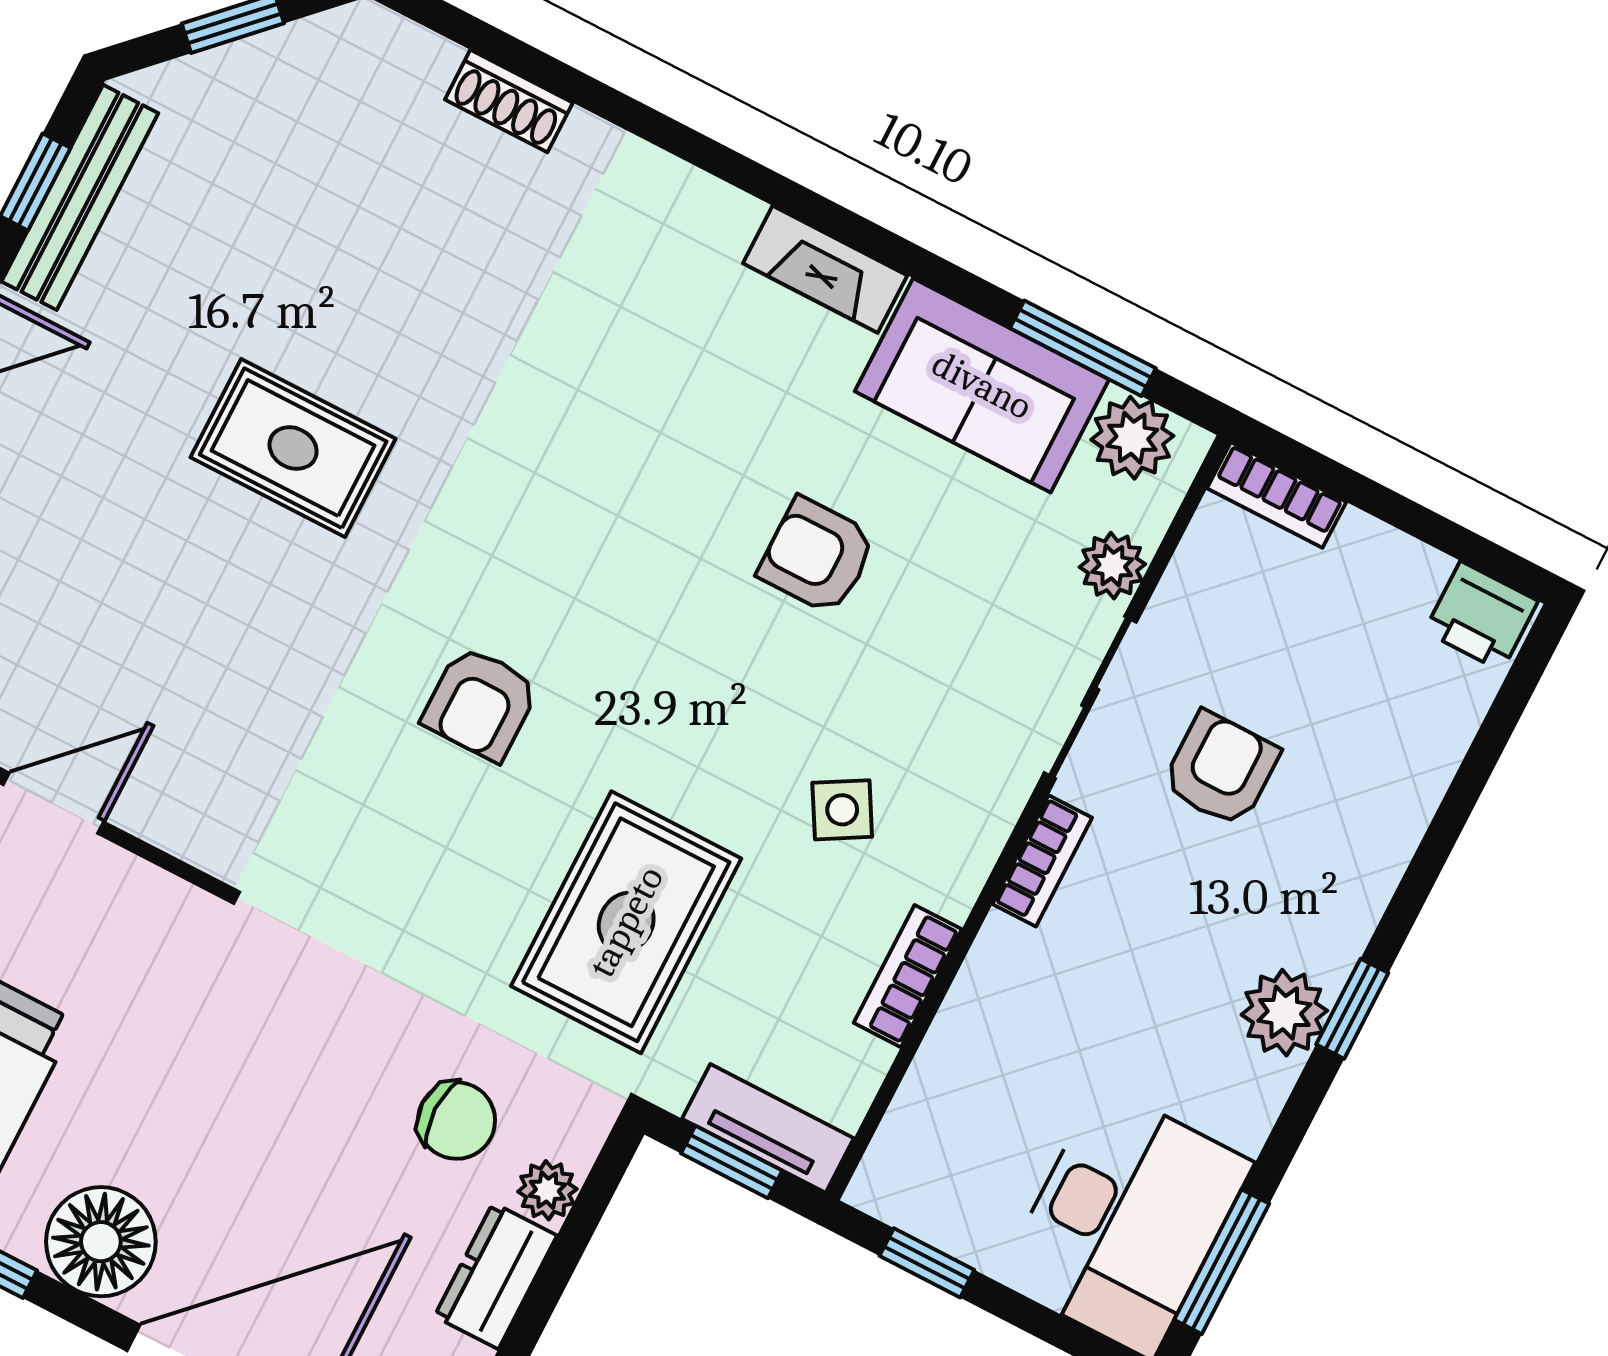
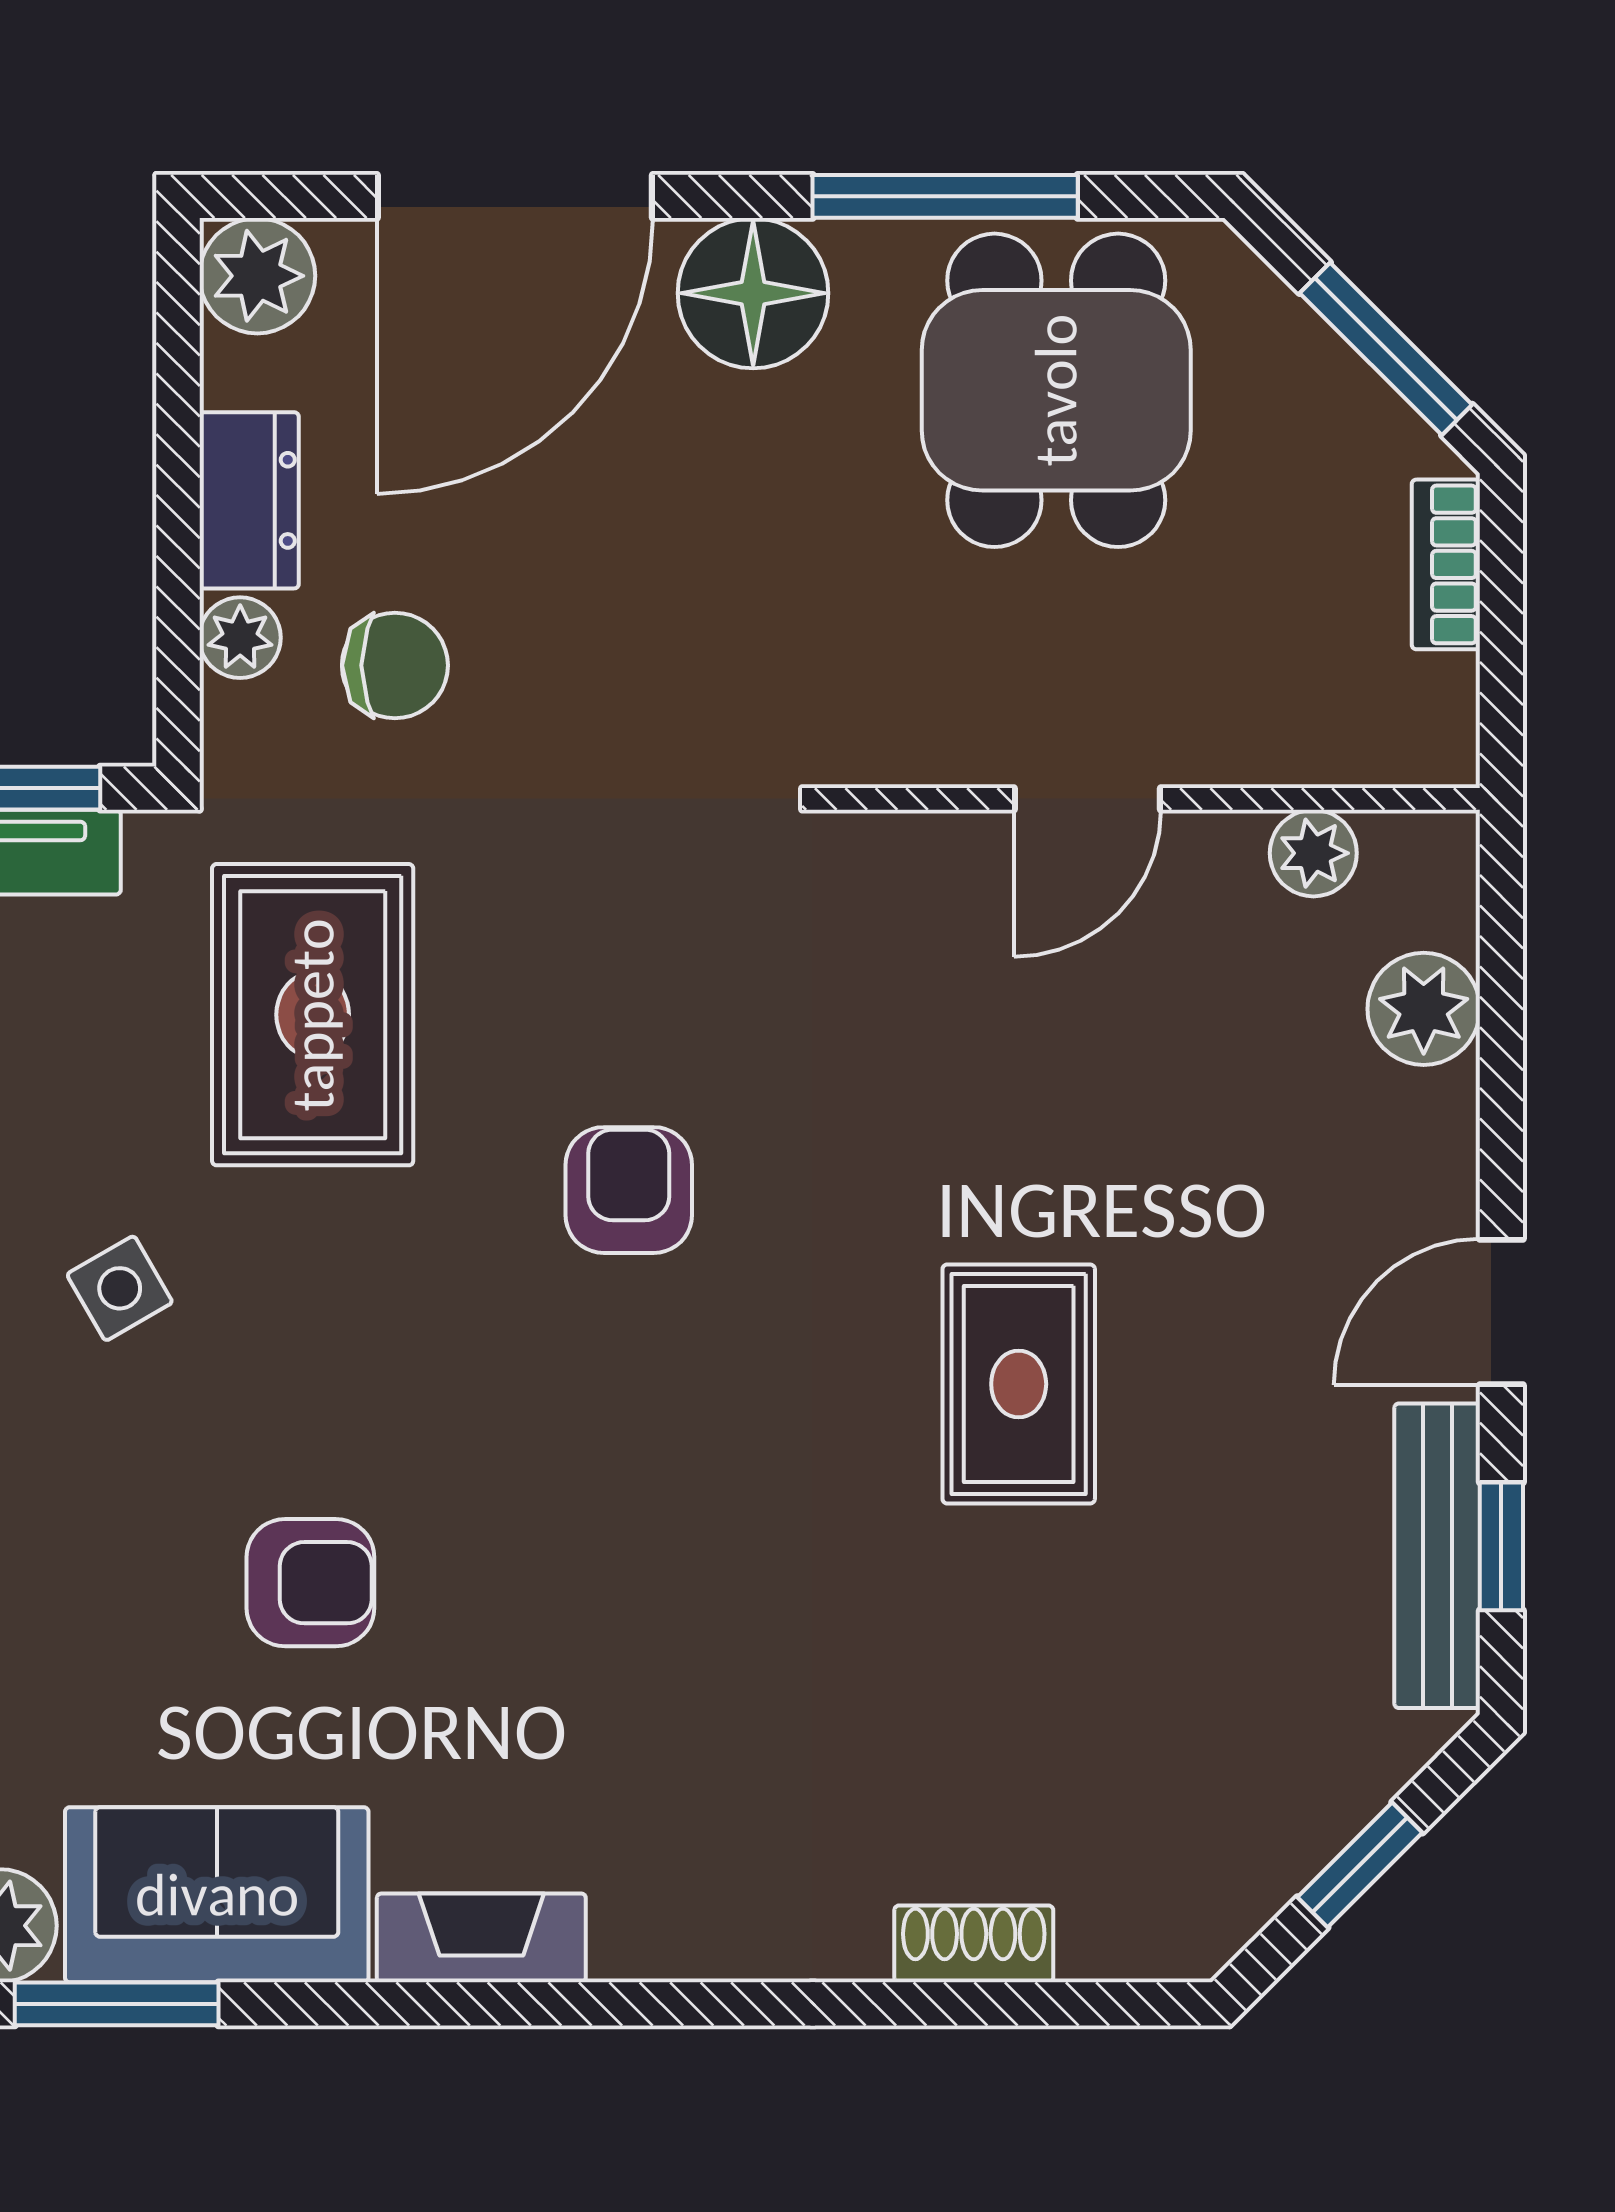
rug: (293, 448) -> (1019, 1384), turned 90
chair: (456, 1121) -> (395, 665), turned 180

